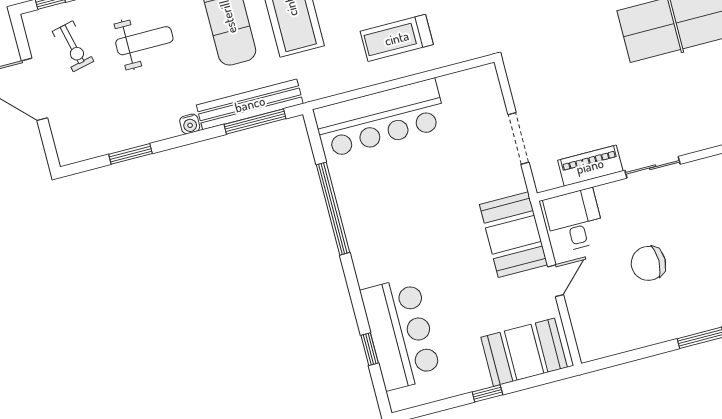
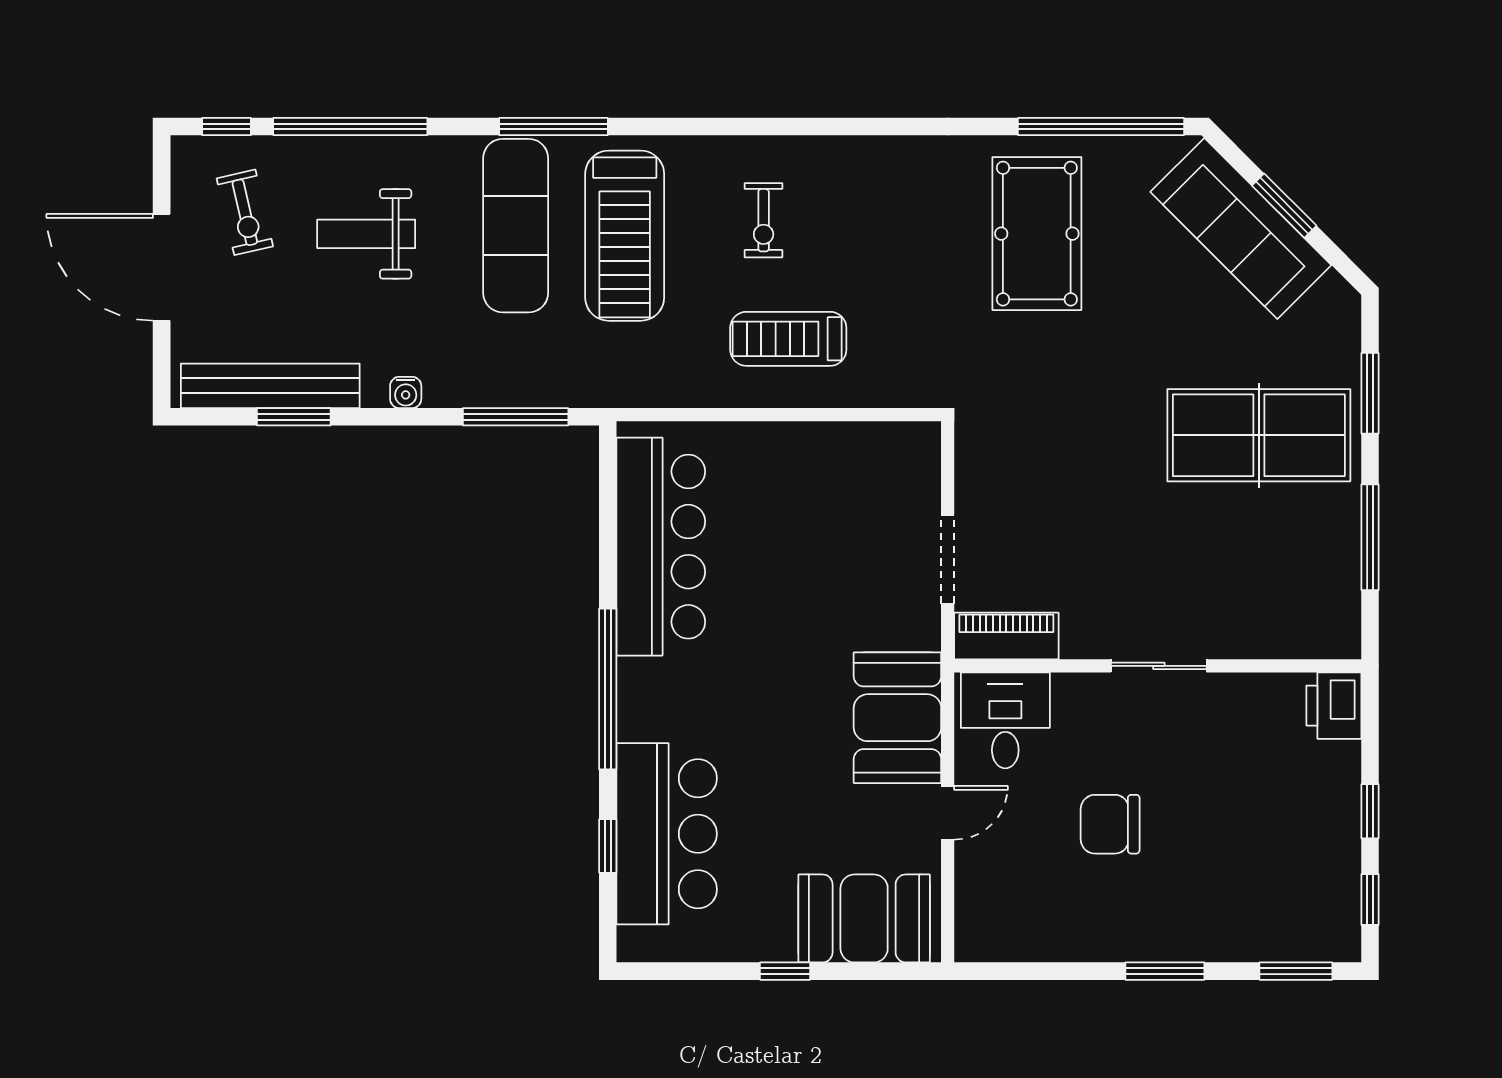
weight bench: (144, 41) -> (366, 234), turned 180
bench: (250, 104) -> (270, 386), moved
bar counter: (380, 118) -> (661, 547), moved, turned -90
piano: (590, 166) -> (1006, 636), moved
window: (333, 209) -> (608, 689), moved

